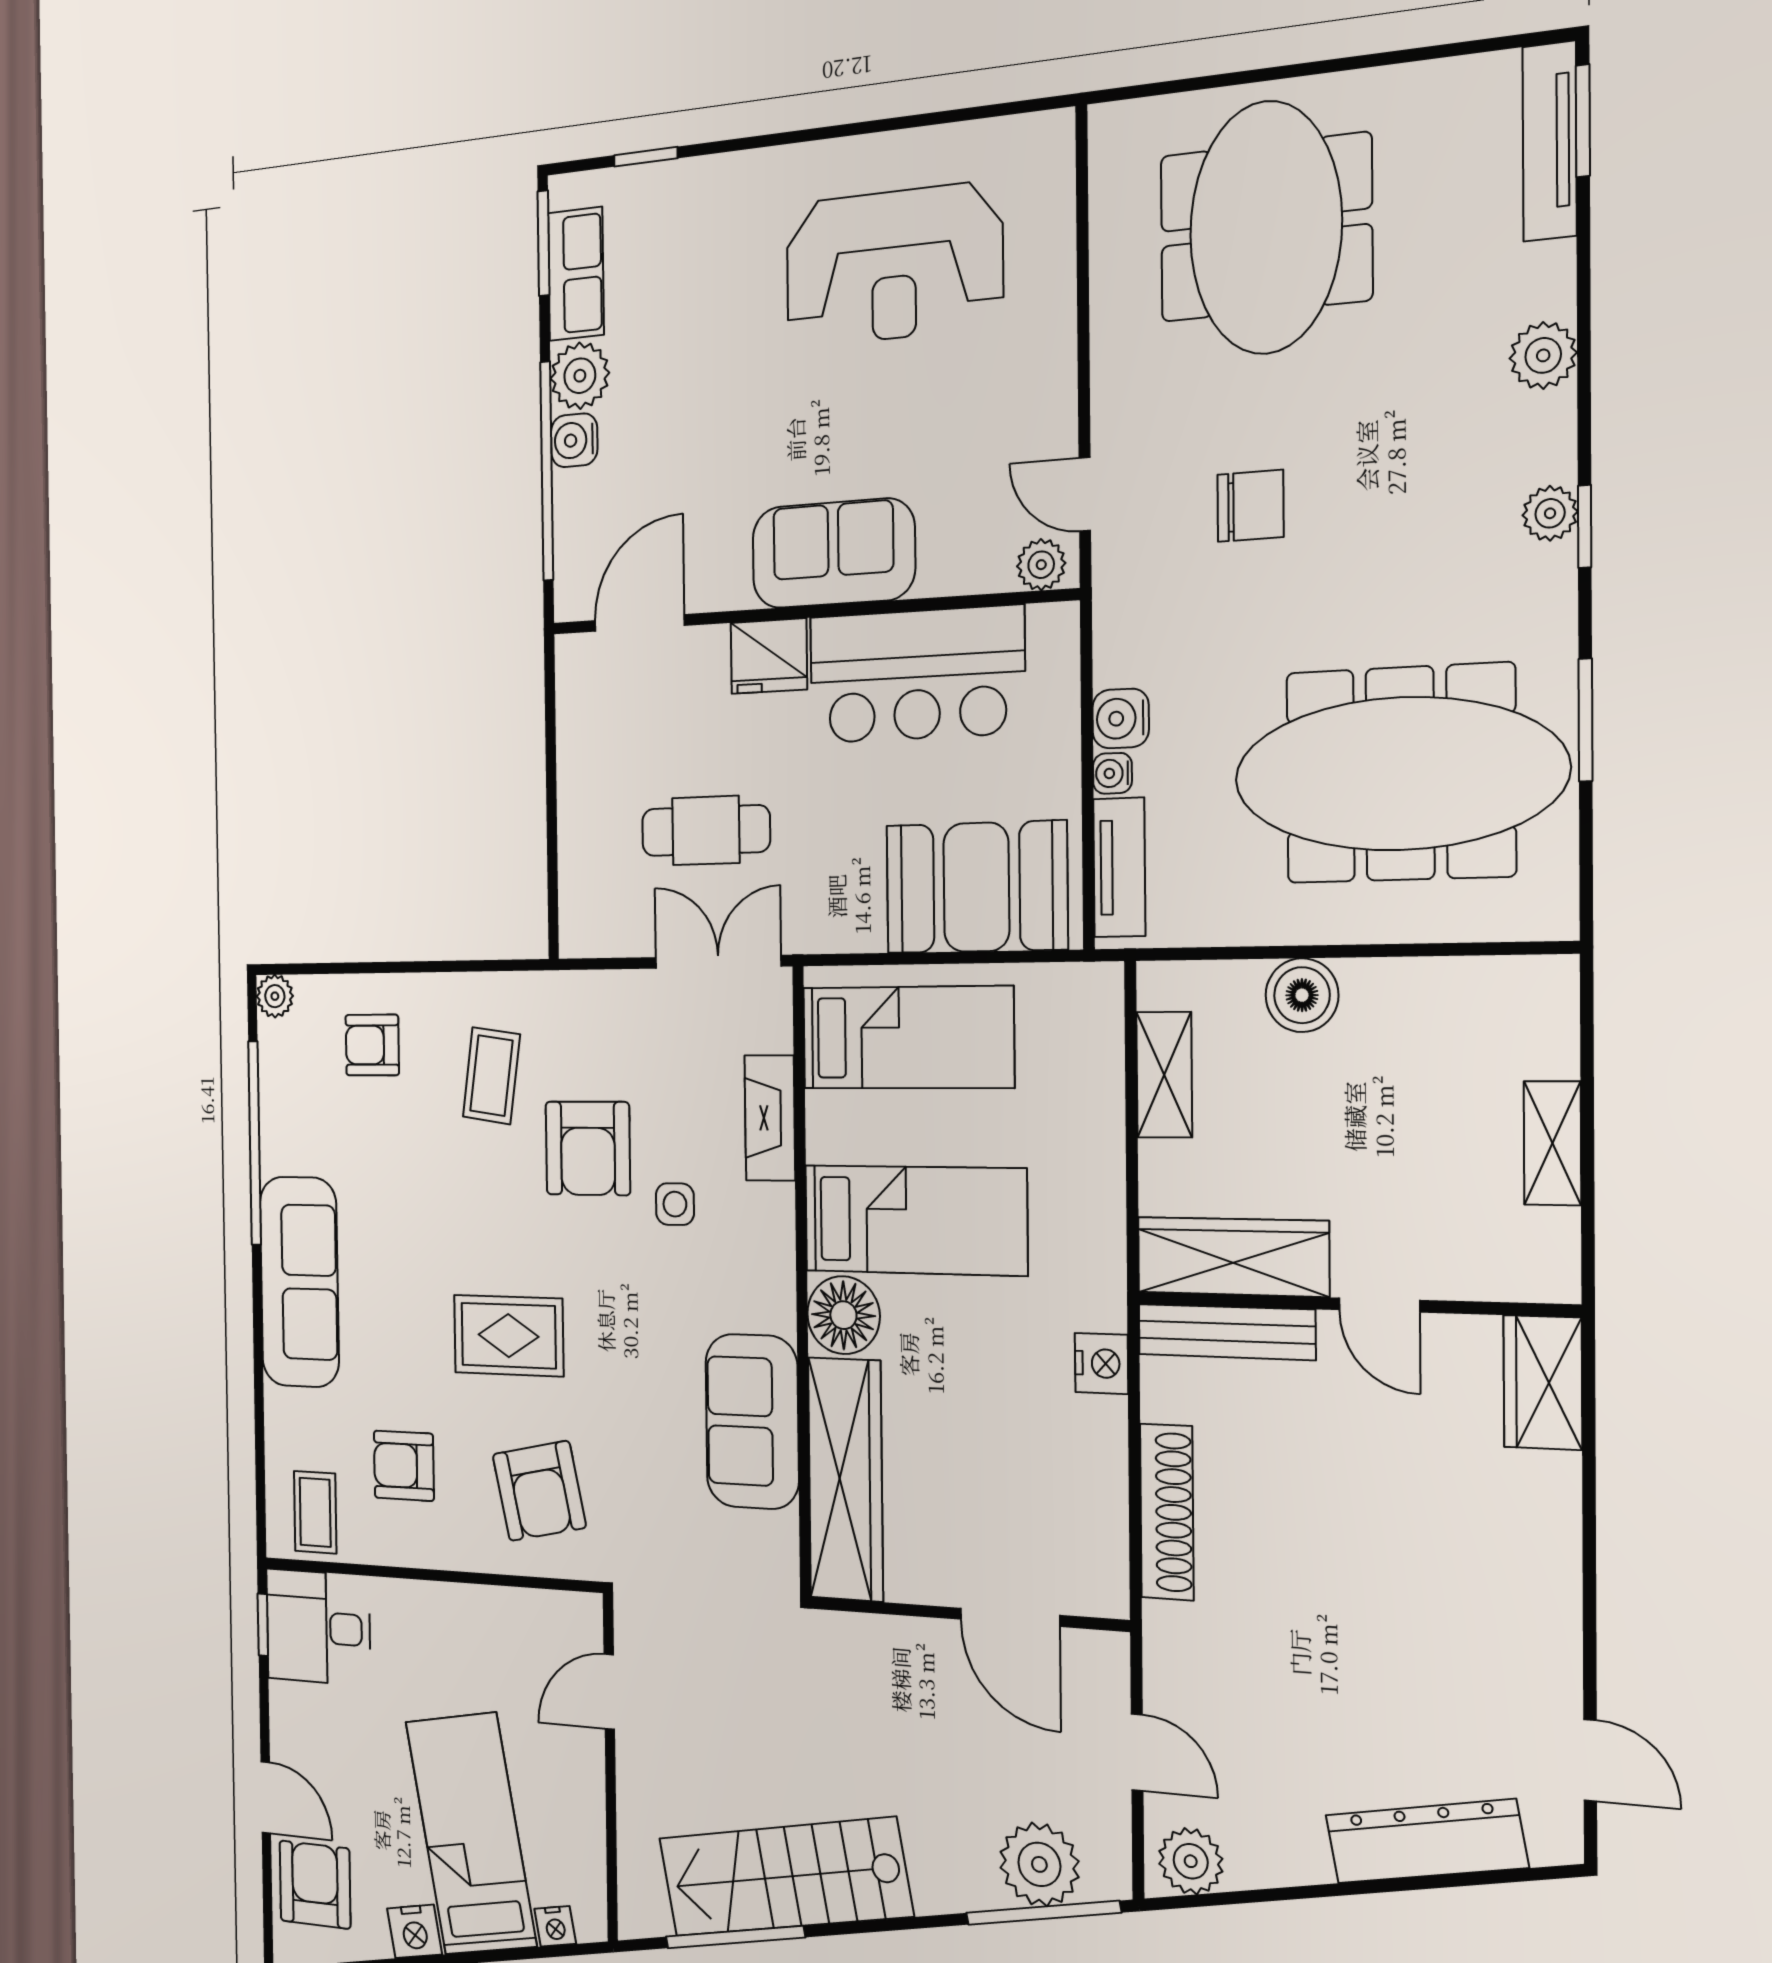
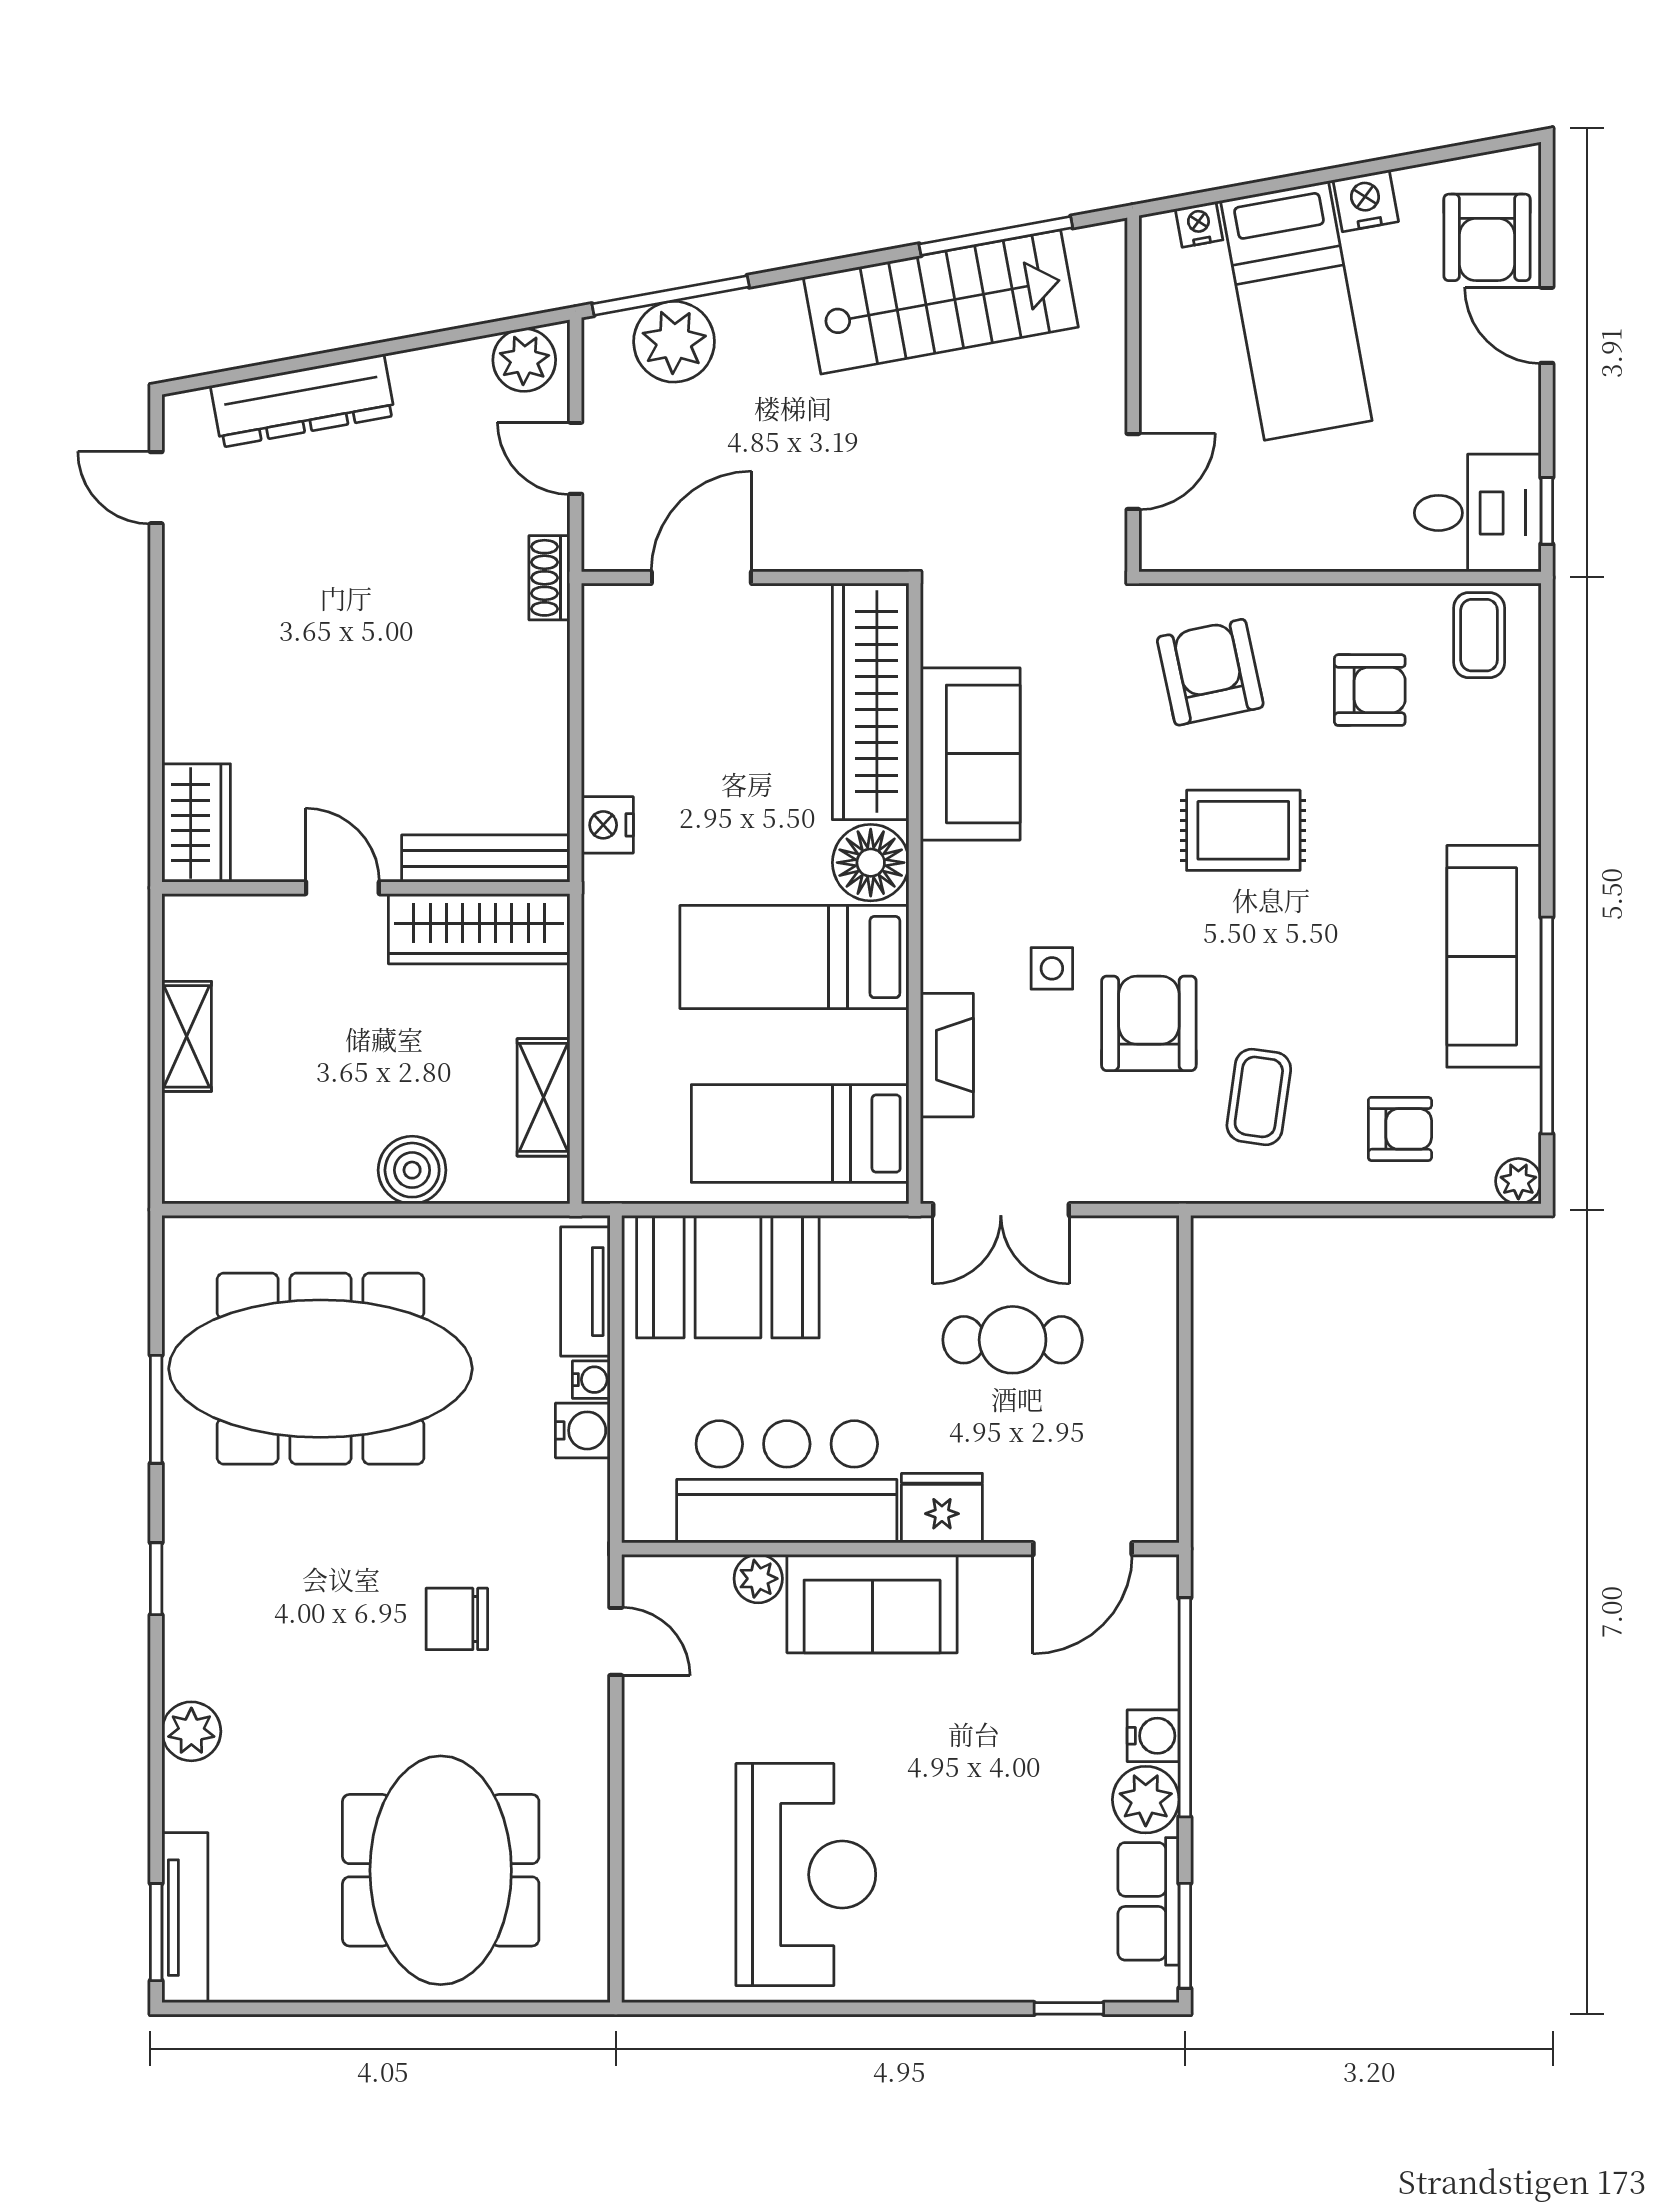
reception desk: (894, 265) -> (806, 1875), turned 90
plant: (1550, 513) -> (186, 1592), removed
plant: (1041, 565) -> (758, 1579), moved
sofa: (299, 1282) -> (1494, 956), moved
shoe rack: (1167, 1512) -> (549, 578), moved, width x0.51, depth x0.81
door: (1010, 1617) -> (701, 577), hinge flipped

